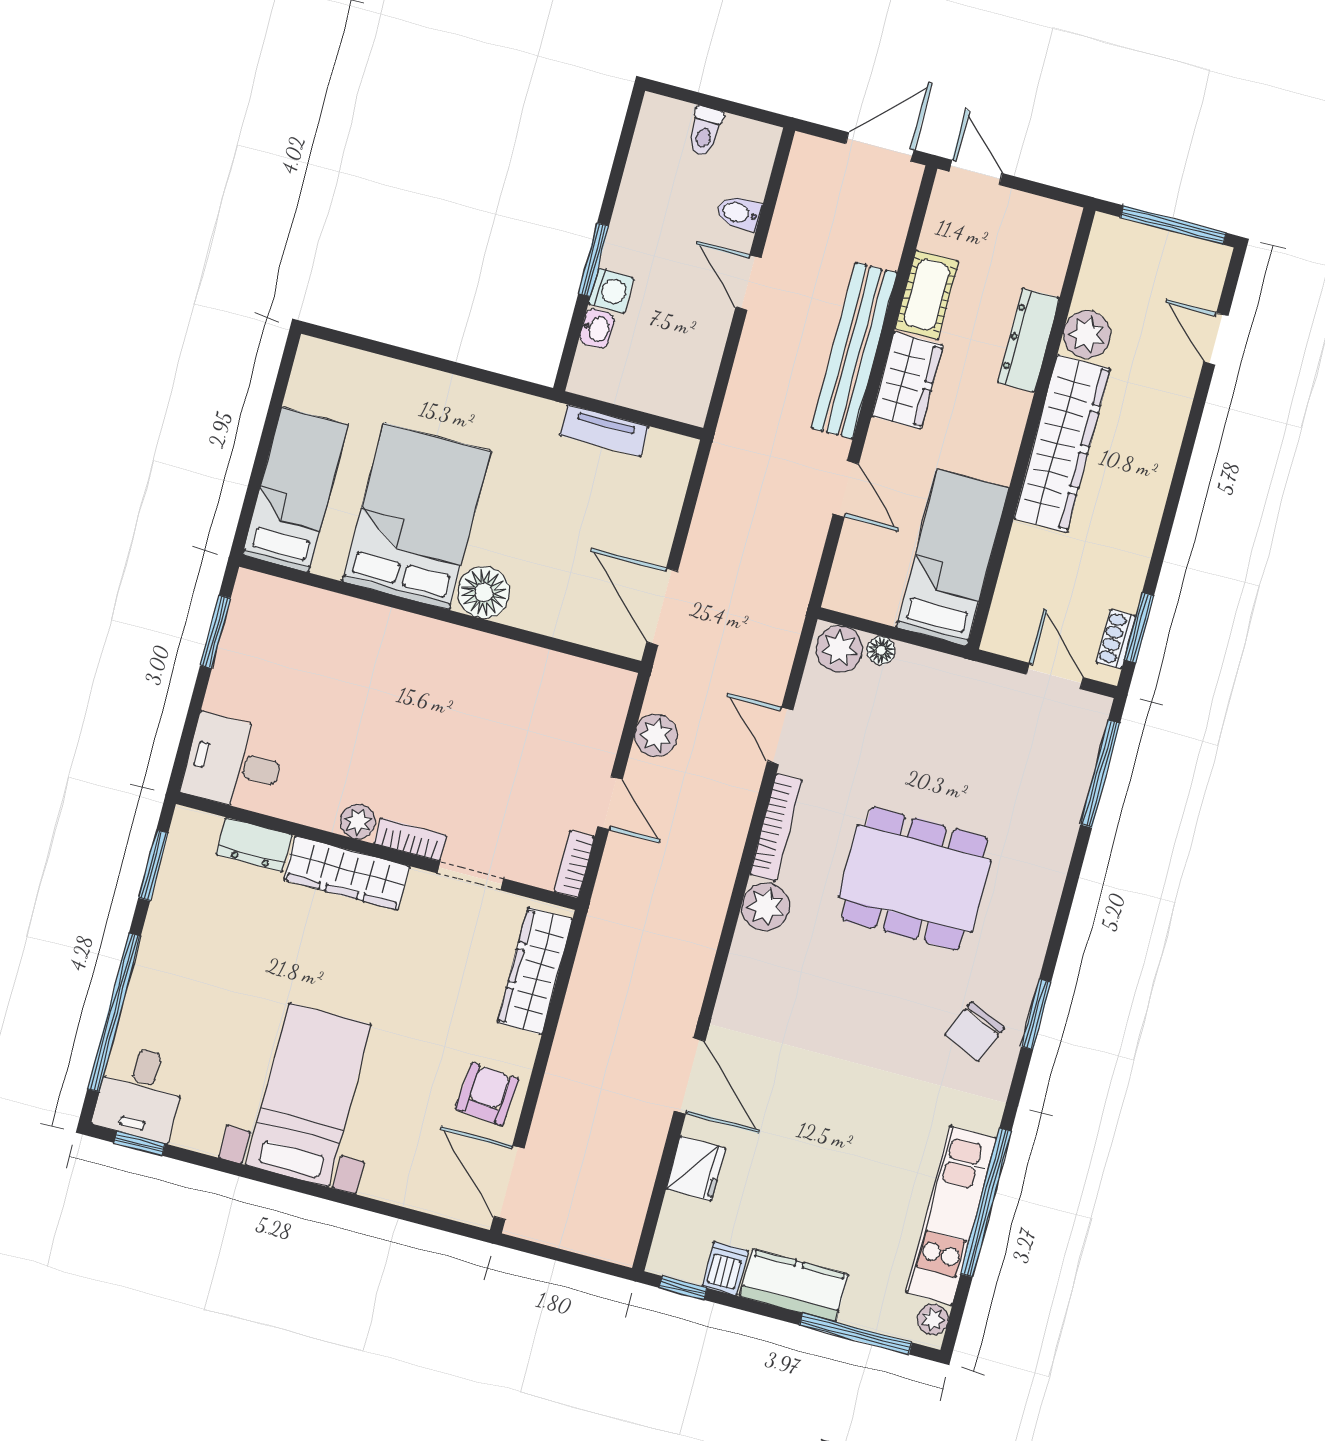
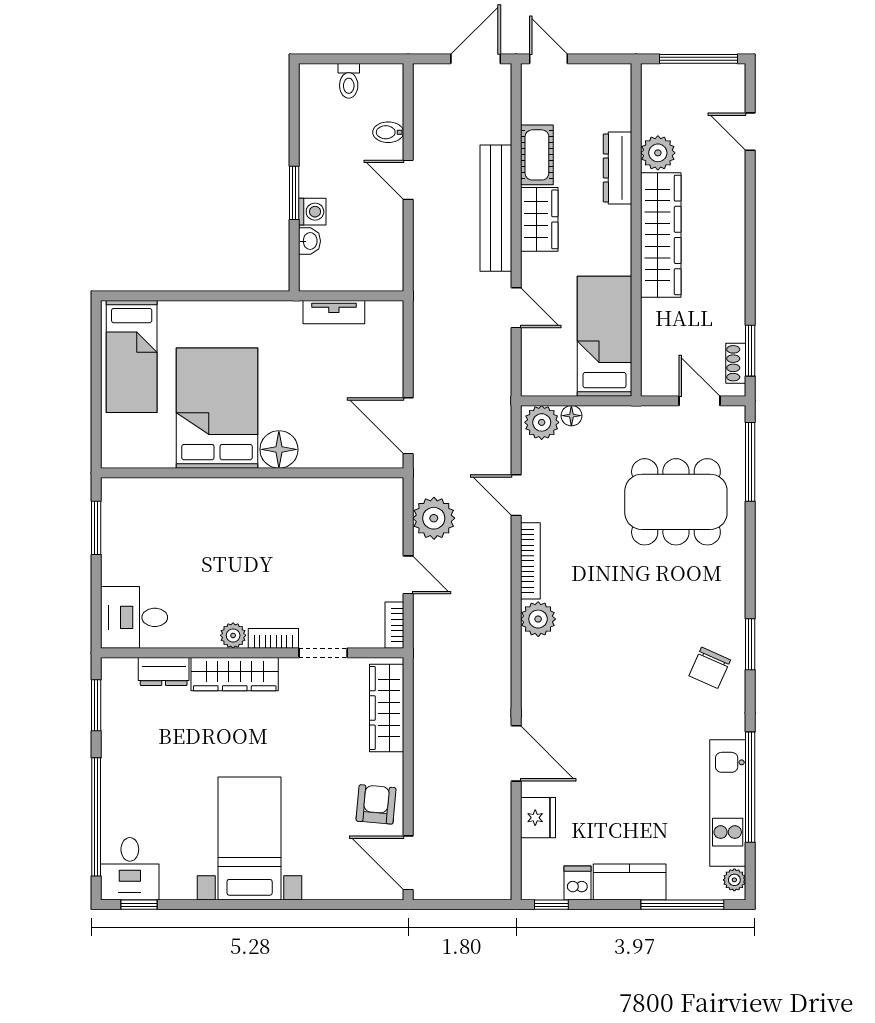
bed: (295, 490) -> (132, 357), moved, turned 180
plant: (656, 735) -> (434, 518), width x1.36, depth x1.36
dining table: (915, 879) -> (676, 502), moved

